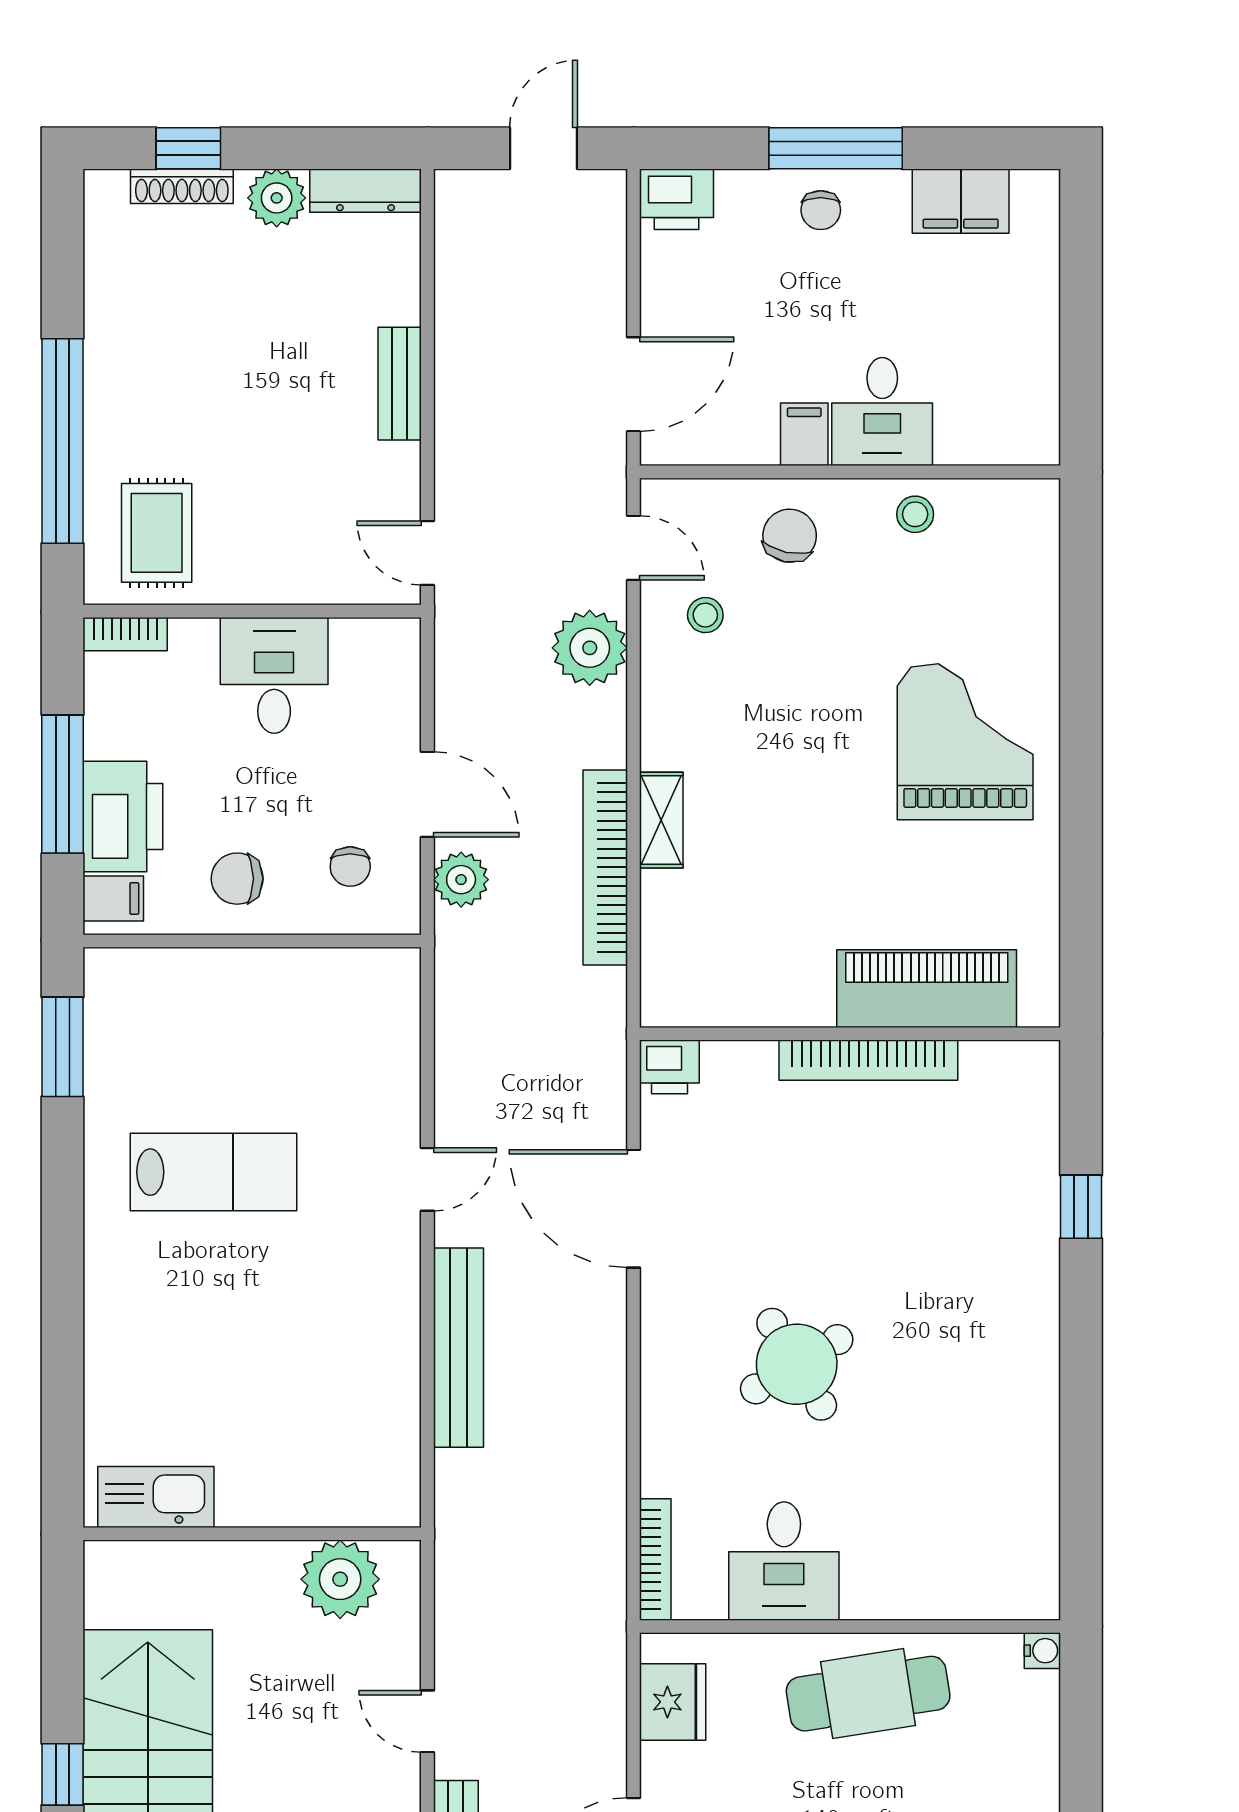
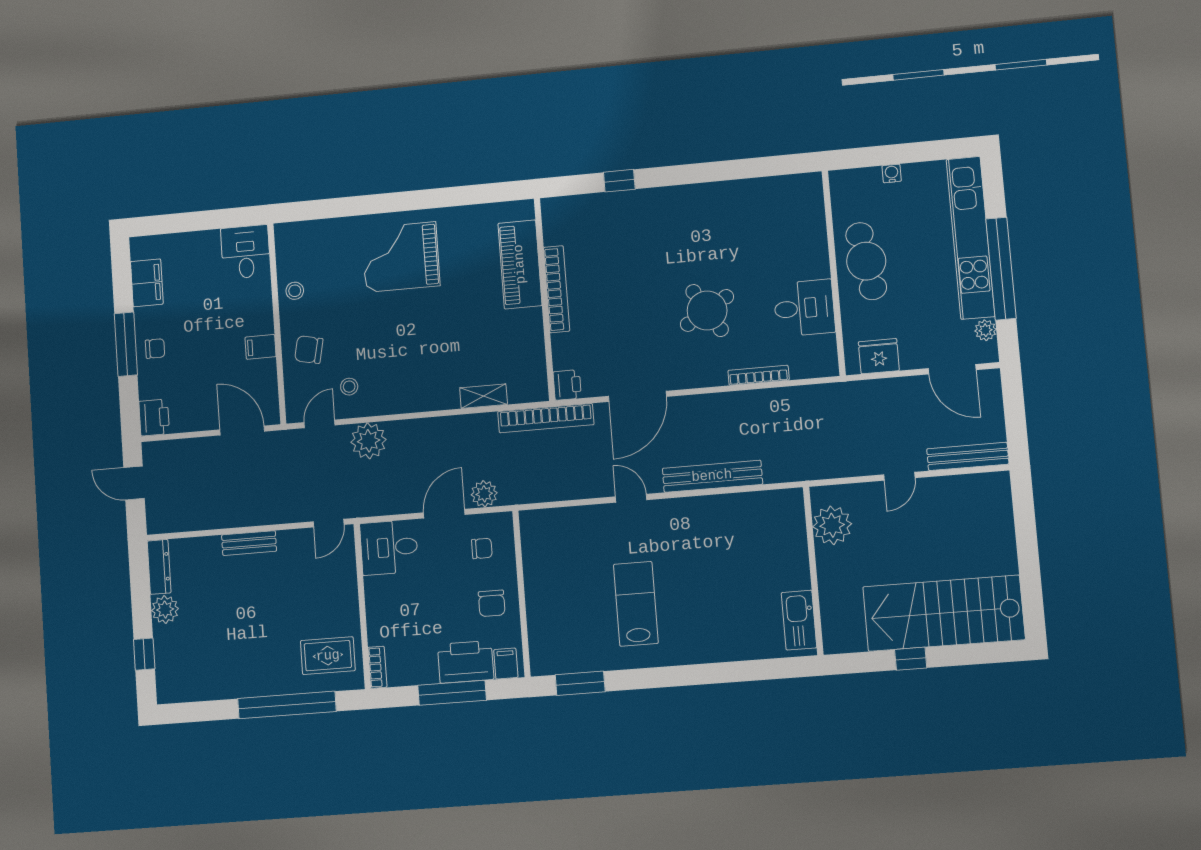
shoe rack: (182, 186) -> (162, 656), removed
desk: (882, 412) -> (246, 252), moved, turned -90
desk: (274, 675) -> (389, 547), moved
shelving: (661, 820) -> (484, 396), moved
bookcase: (605, 867) -> (546, 418), moved
bookcase: (655, 1559) -> (758, 375), moved
water cooler: (1042, 1651) -> (892, 173), moved
window: (62, 1774) -> (911, 659), moved

